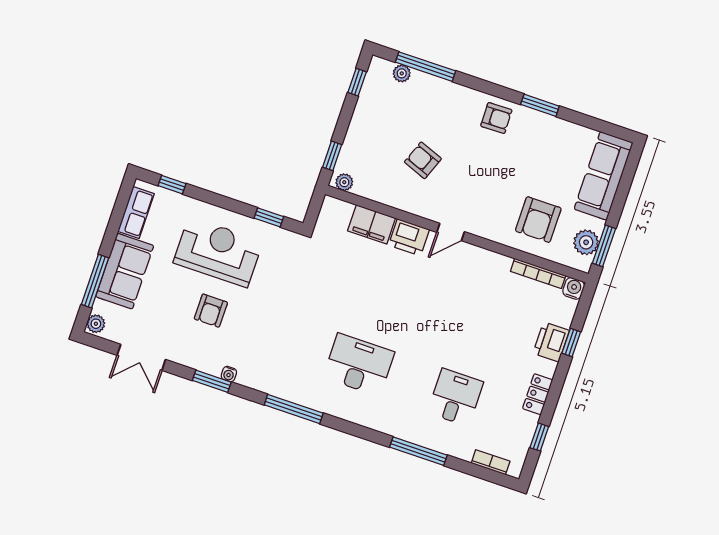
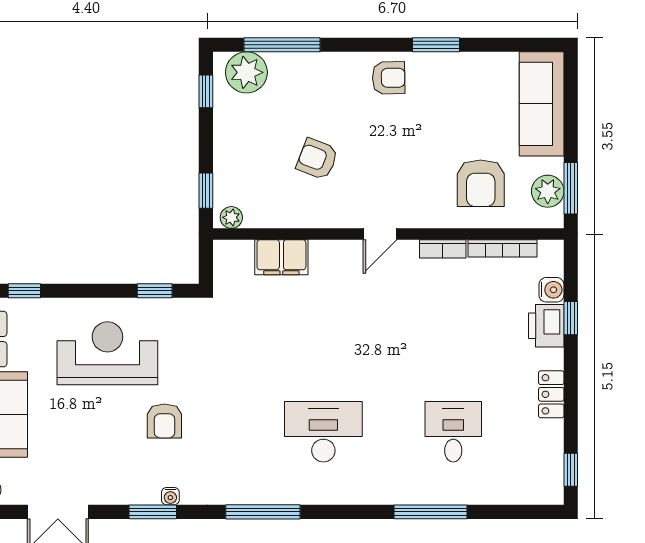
plant: (402, 73) -> (246, 72), width x1.88, depth x1.88
printer: (409, 237) -> (332, 258), removed
water cooler: (574, 288) -> (551, 290), moved, turned 90
armchair: (211, 311) -> (164, 421), moved
window: (539, 437) -> (571, 470), moved
bookcase: (491, 462) -> (443, 249), moved, turned 180

